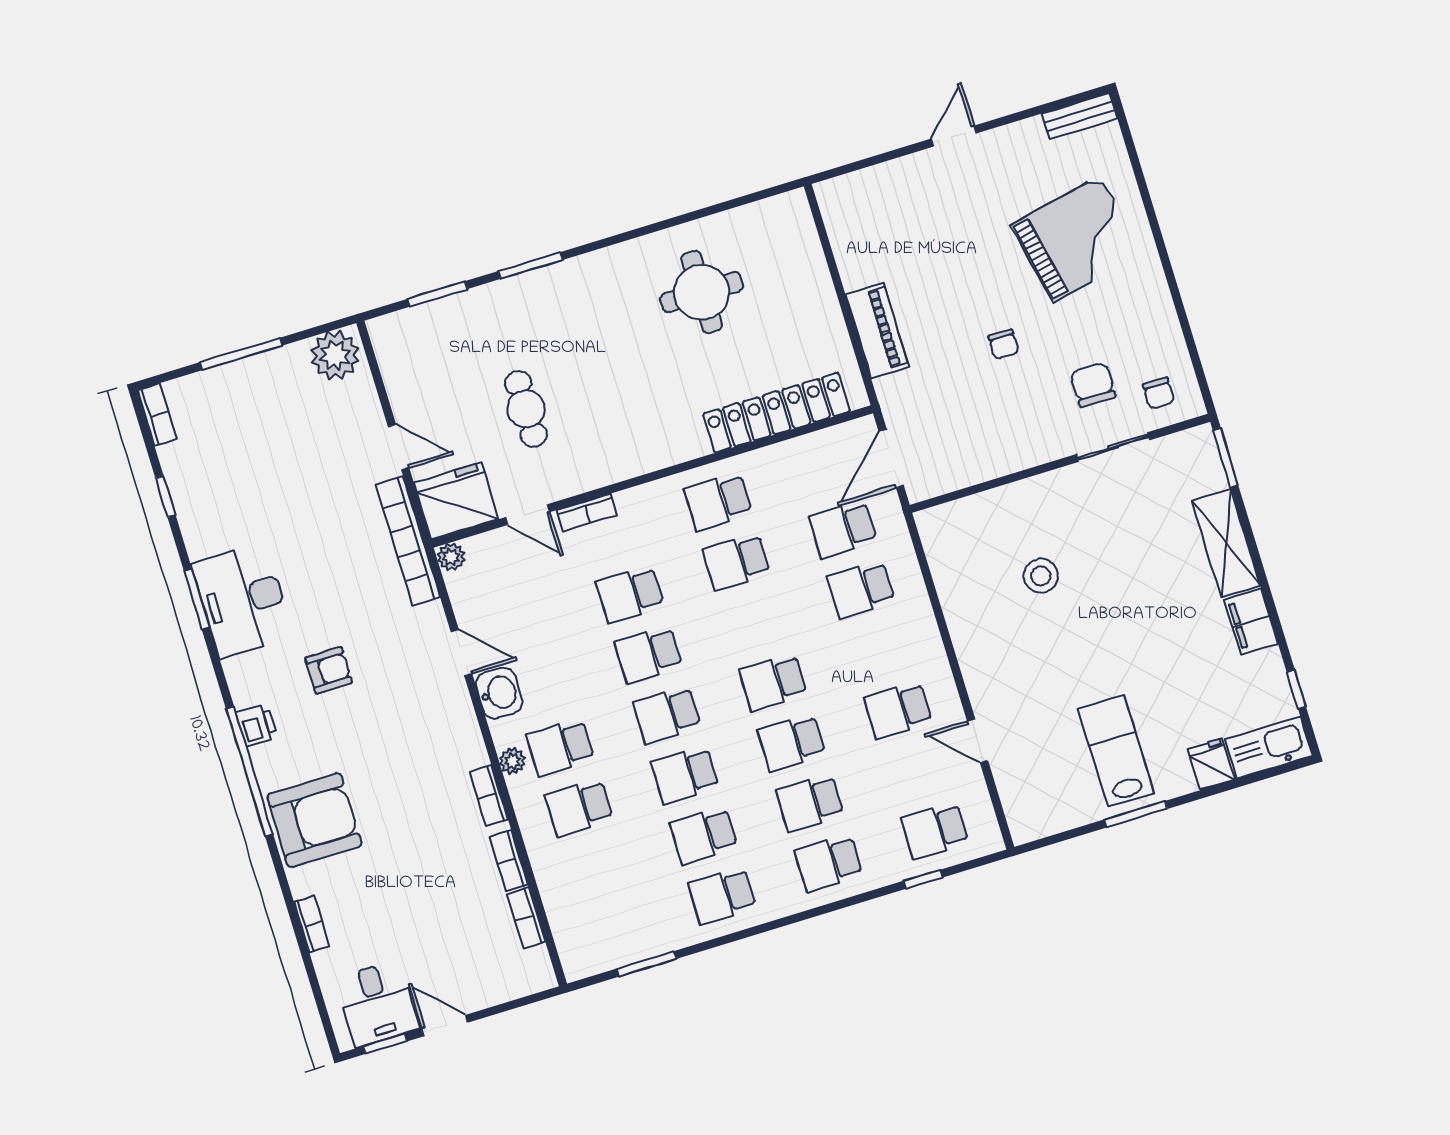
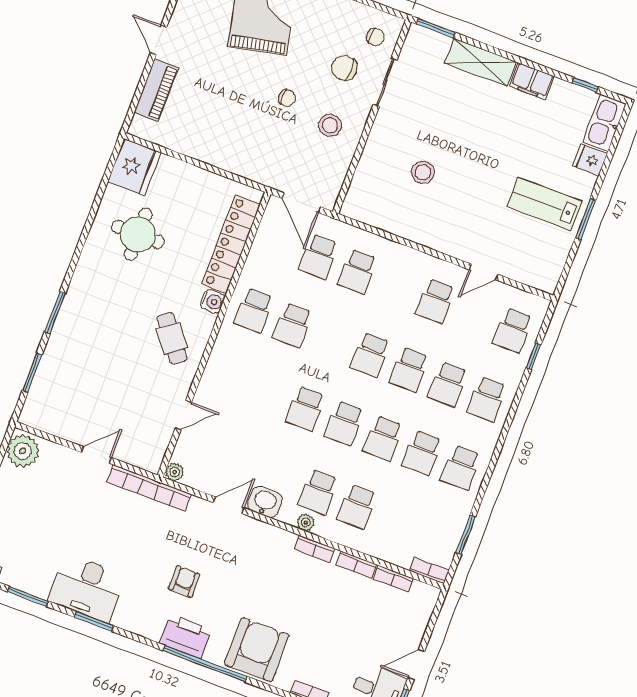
piano: (877, 331) -> (156, 90), moved, turned 90
cafe table: (526, 409) -> (172, 338), moved, turned 52
stool: (1011, 421) -> (330, 125), added
water cooler: (691, 444) -> (213, 301), added
window: (166, 497) -> (28, 596), width x1.50
fridge: (456, 501) -> (134, 167), moved, turned 180
bookcase: (587, 512) -> (429, 571), moved, turned -90
school desk: (630, 594) -> (266, 394), removed
desk: (243, 600) -> (87, 588), moved
printer: (257, 725) -> (186, 636), width x1.87, depth x1.48

